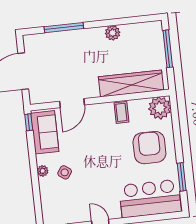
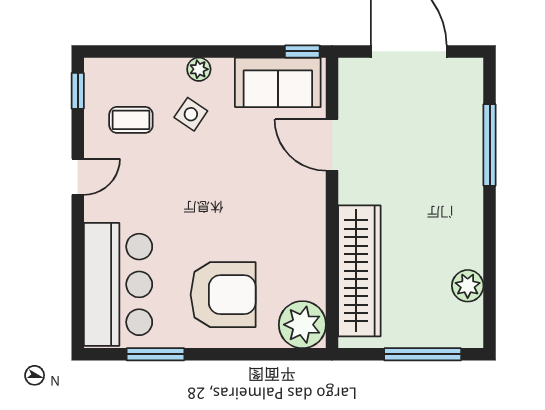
plant: (113, 33) -> (468, 286), moved
coffee table: (121, 112) -> (131, 120), moved

